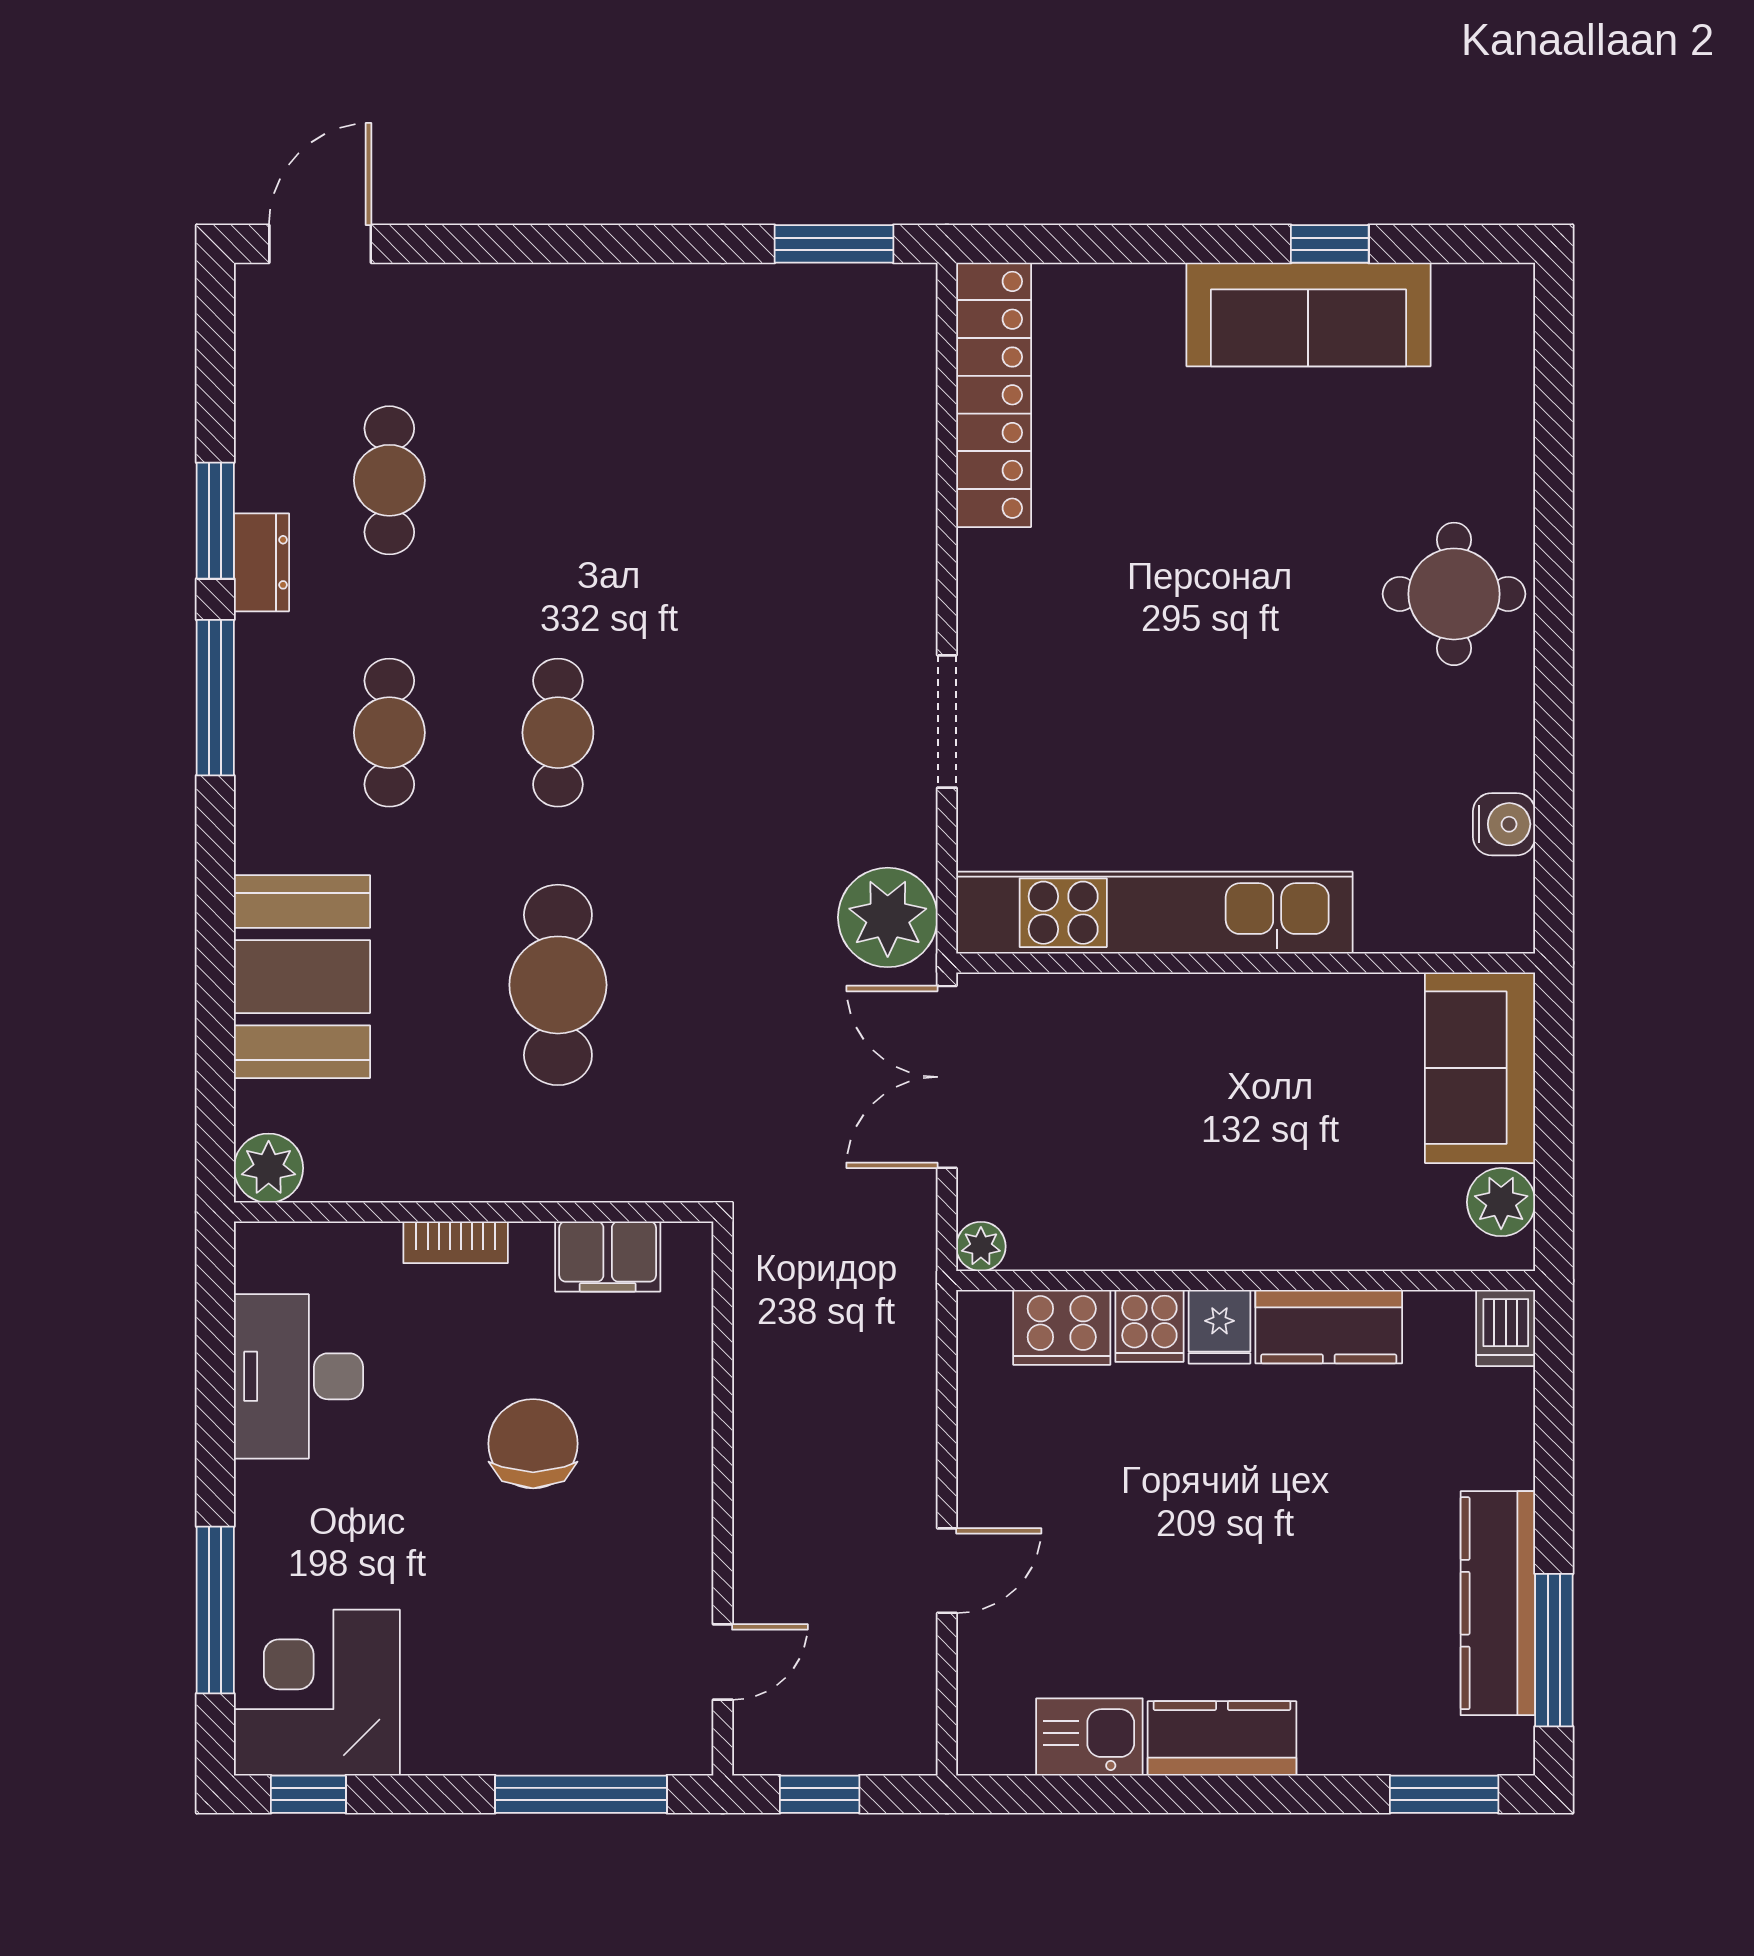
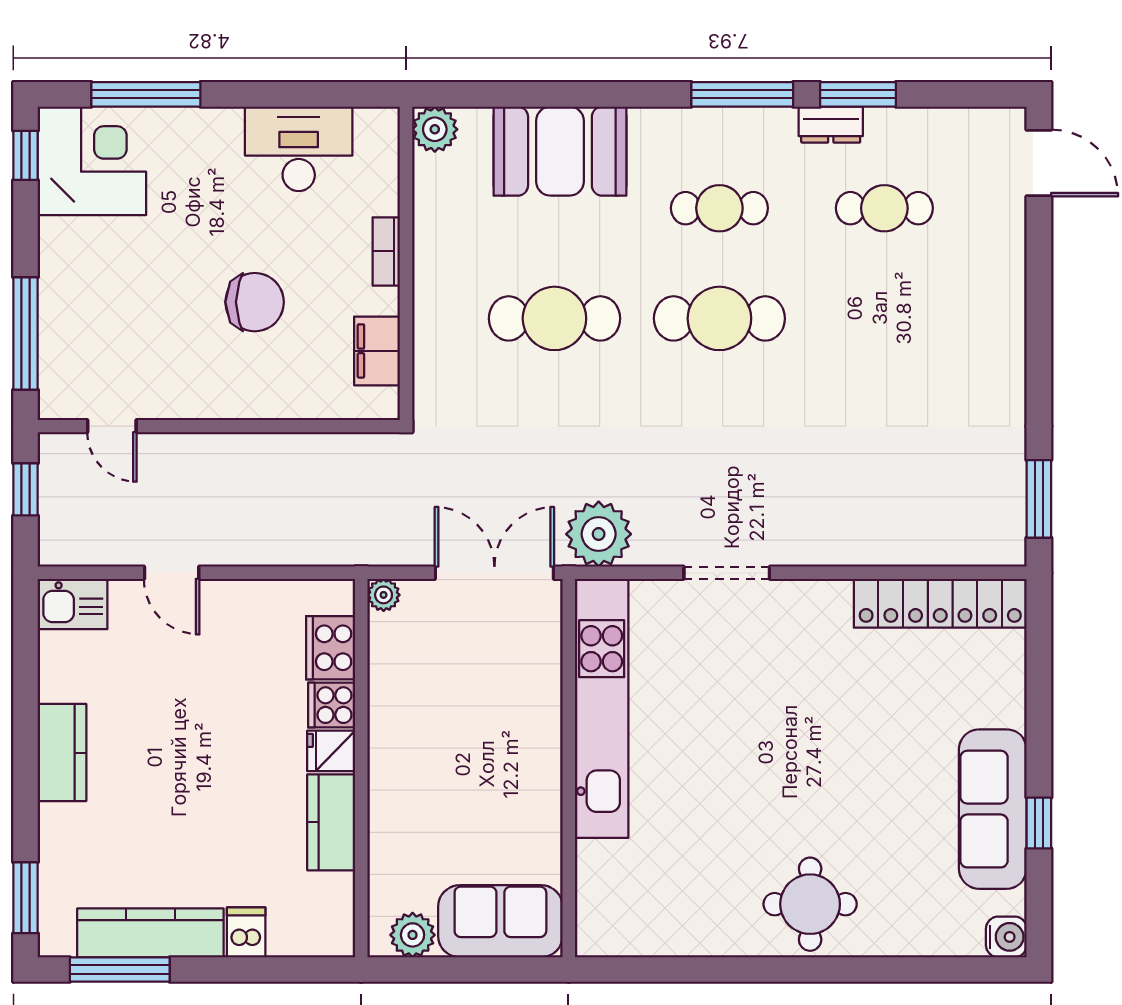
cafe table: (558, 733) -> (719, 318), width x1.37, depth x1.35
water cooler: (1504, 824) -> (1006, 937), moved, turned -90
dishwasher: (1506, 1328) -> (246, 932), moved, turned 90
kitchen sink: (1089, 1737) -> (73, 604), moved, turned 90

